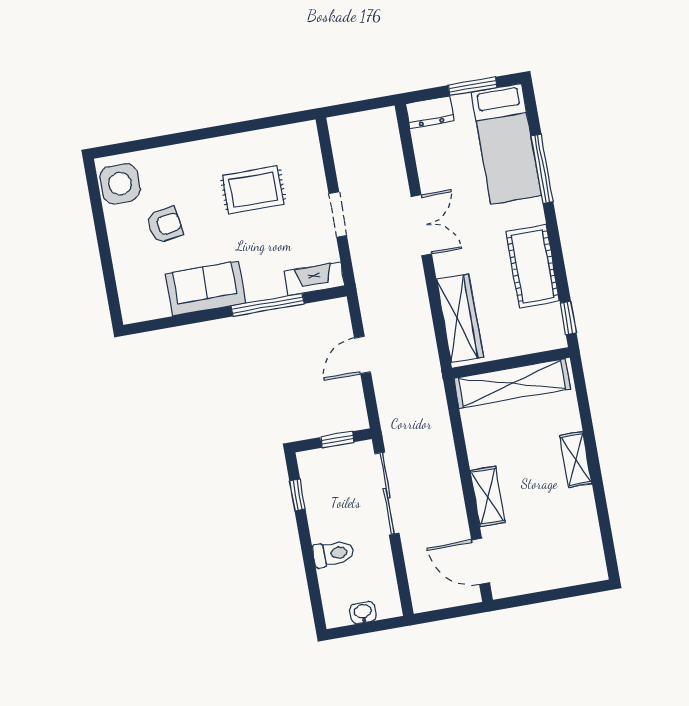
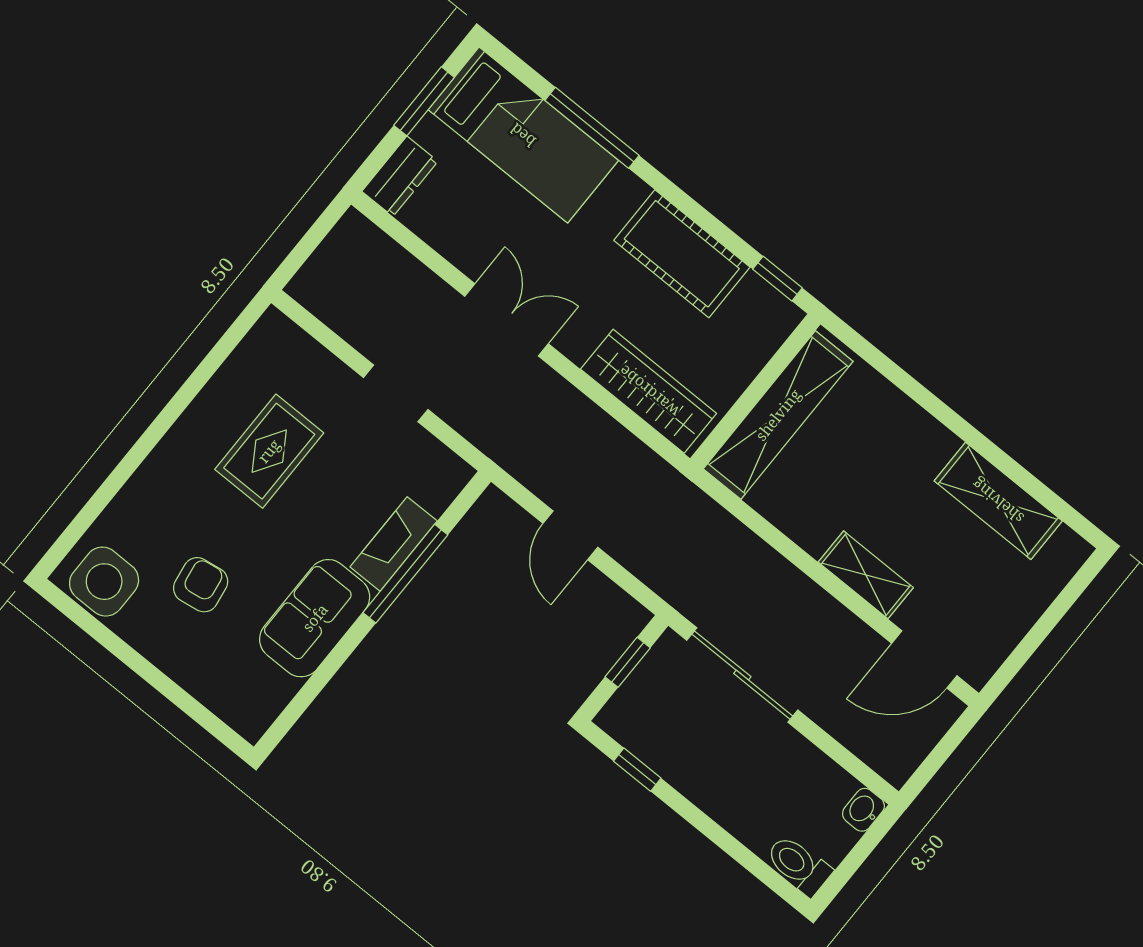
fireplace: (314, 279) -> (394, 544), moved
shelving: (576, 460) -> (998, 501), moved, width x1.50, depth x1.33
toilet: (333, 554) -> (799, 865), moved, turned -90
washbasin: (363, 613) -> (863, 810), moved

